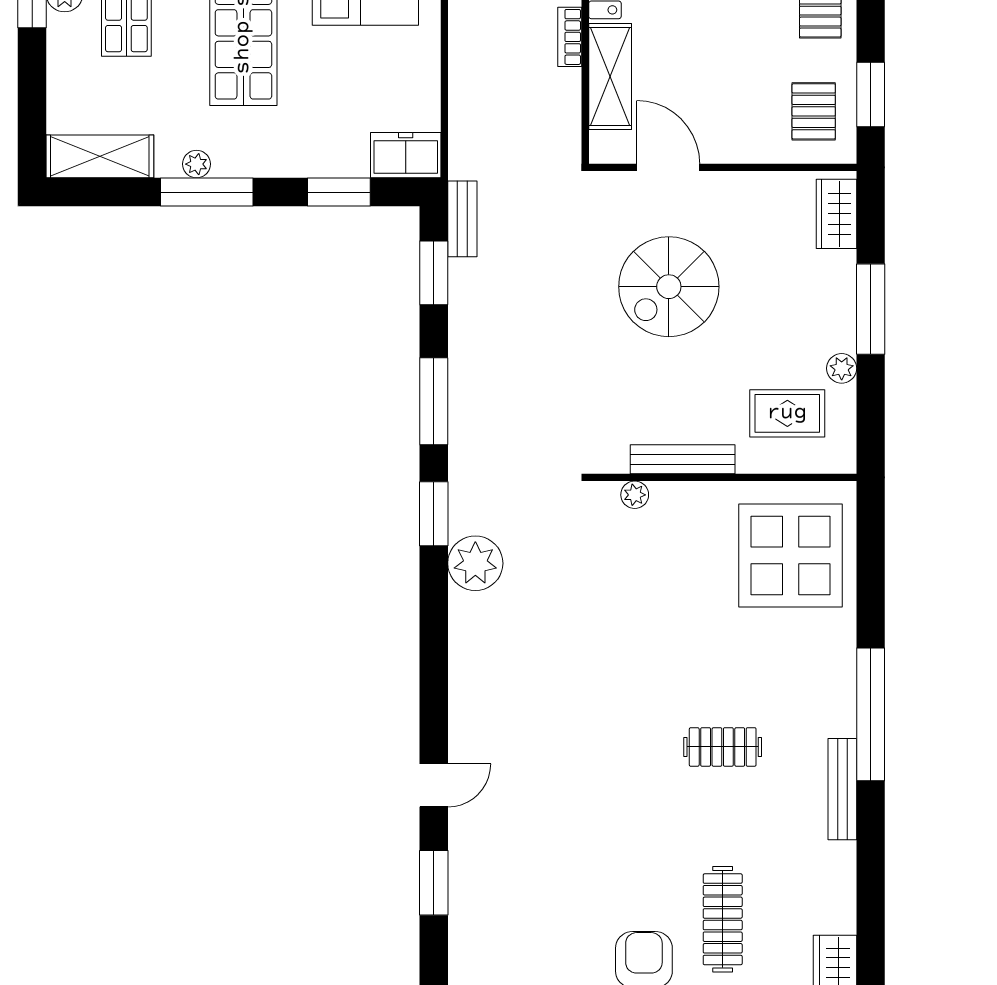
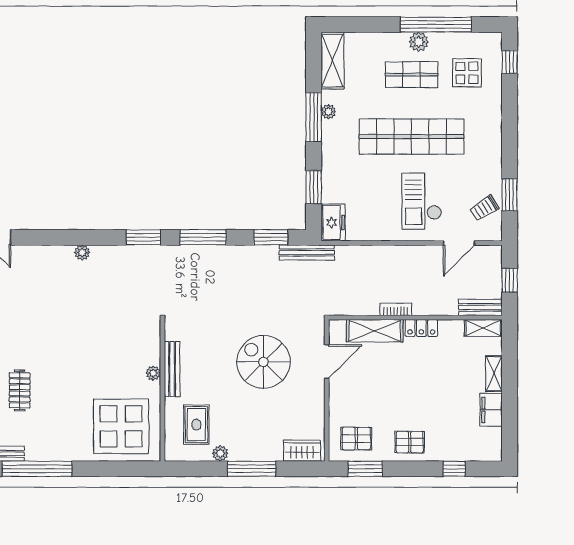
bench: (462, 219) -> (307, 252), width x1.36
plant: (635, 495) -> (153, 373), moved
plant: (475, 563) -> (82, 253), moved, width x0.53, depth x0.53

